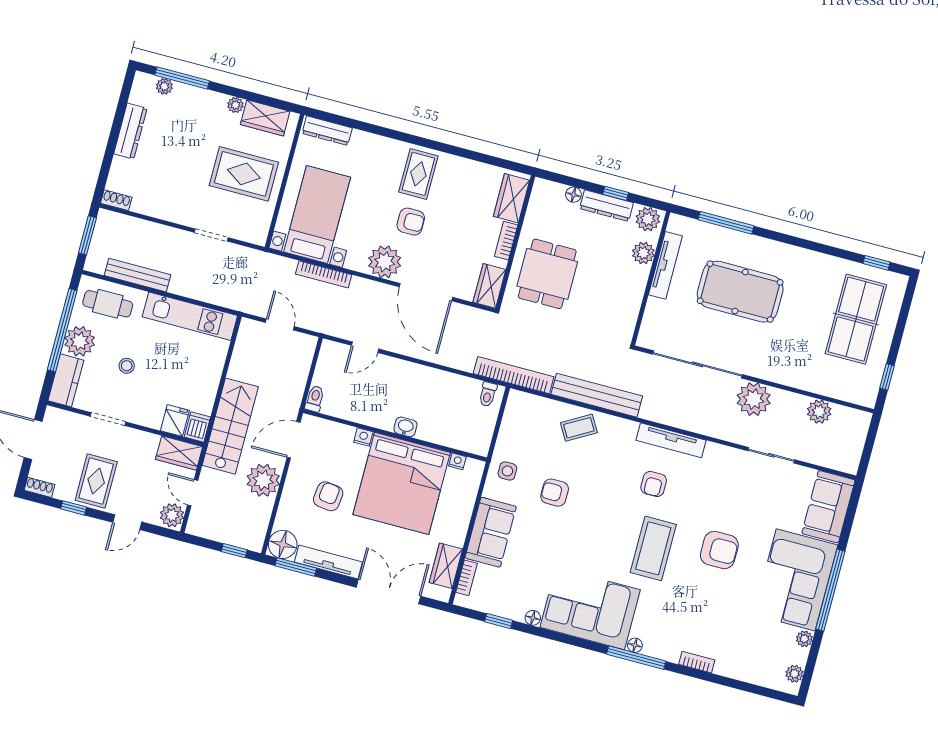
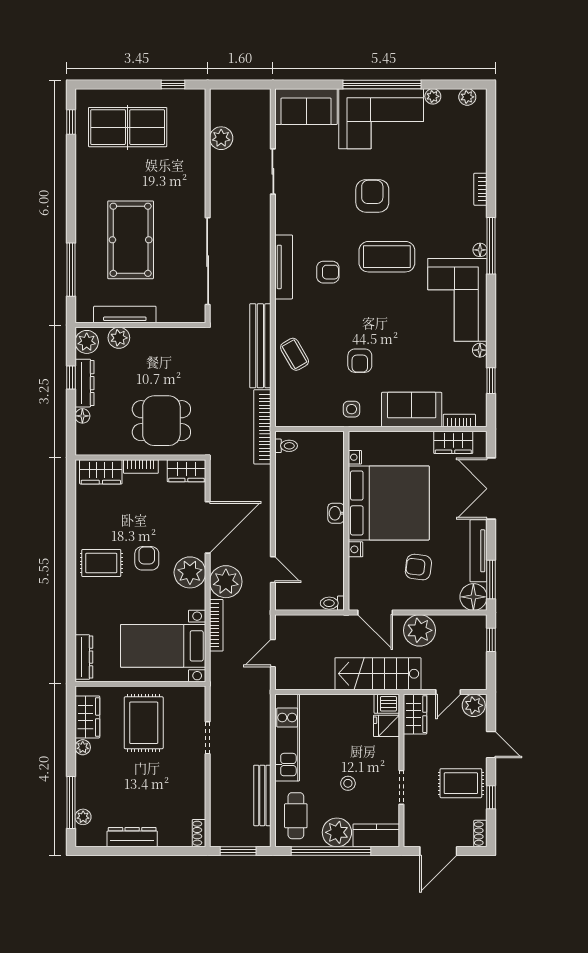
plant: (754, 399) -> (226, 582), moved

